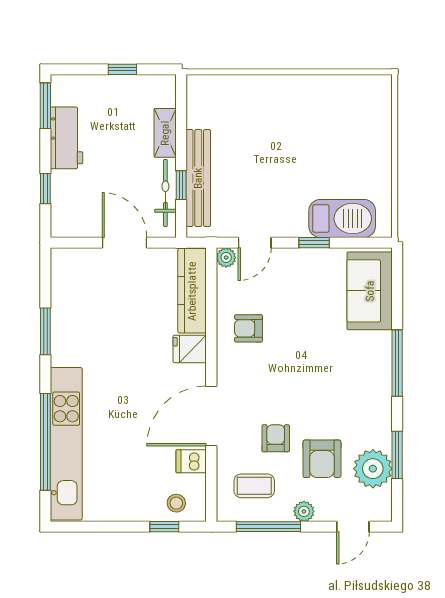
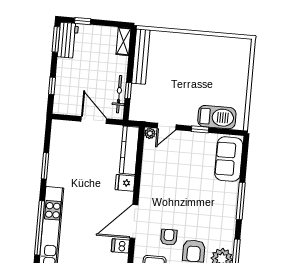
window: (122, 69) -> (83, 21), moved
shelving: (165, 133) -> (123, 41), moved
workbench: (67, 138) -> (68, 40), moved
bench: (198, 178) -> (141, 57), moved
armchair: (248, 328) -> (159, 174), removed

